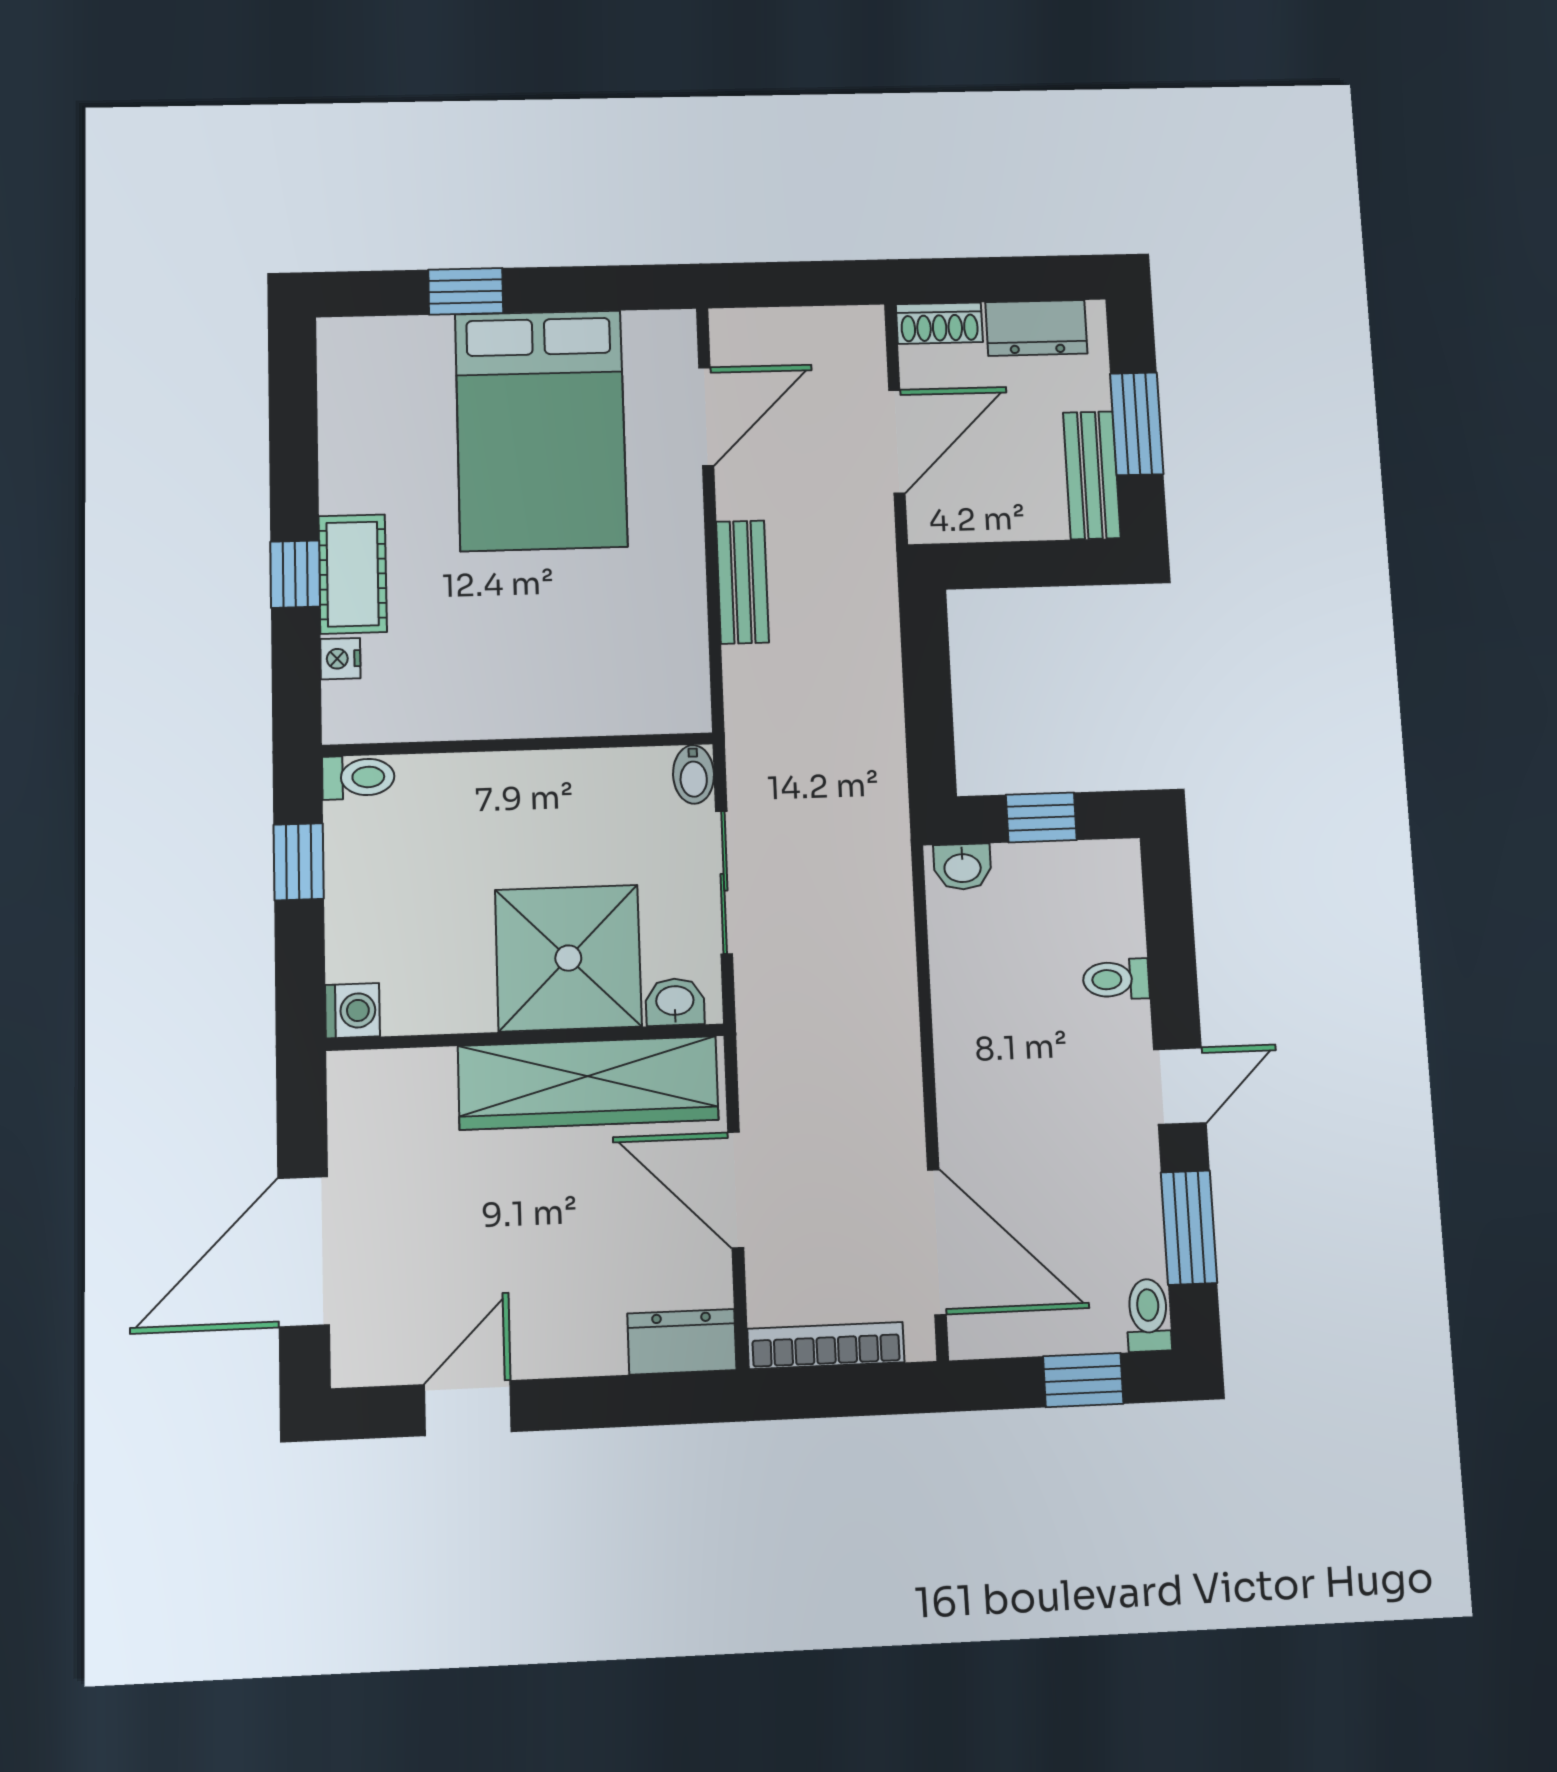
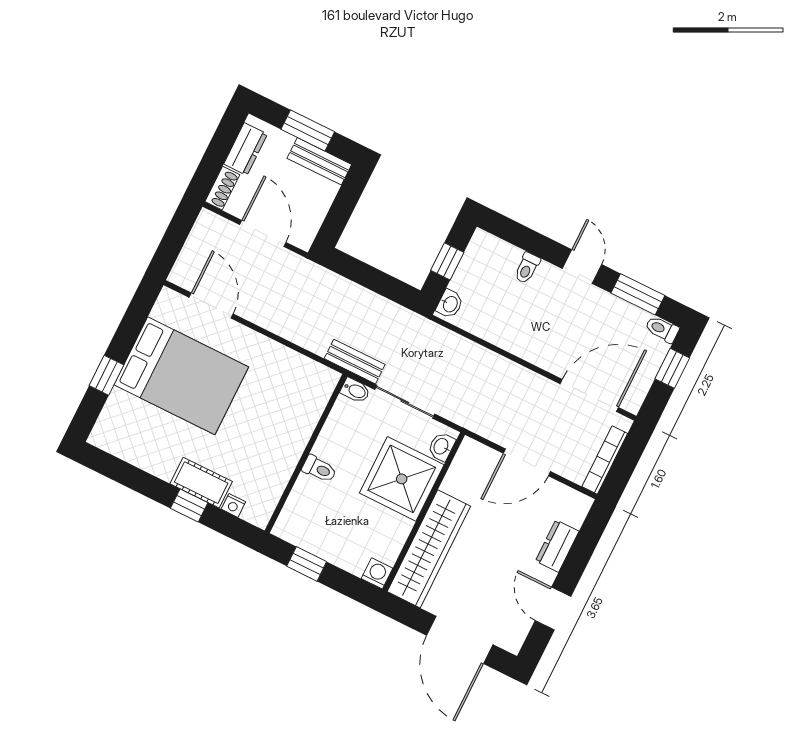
bench: (743, 582) -> (355, 362), moved
toilet: (358, 777) -> (319, 469), moved, turned 90
wardrobe: (588, 1083) -> (429, 549), moved
dresser: (682, 1342) -> (557, 546), moved

